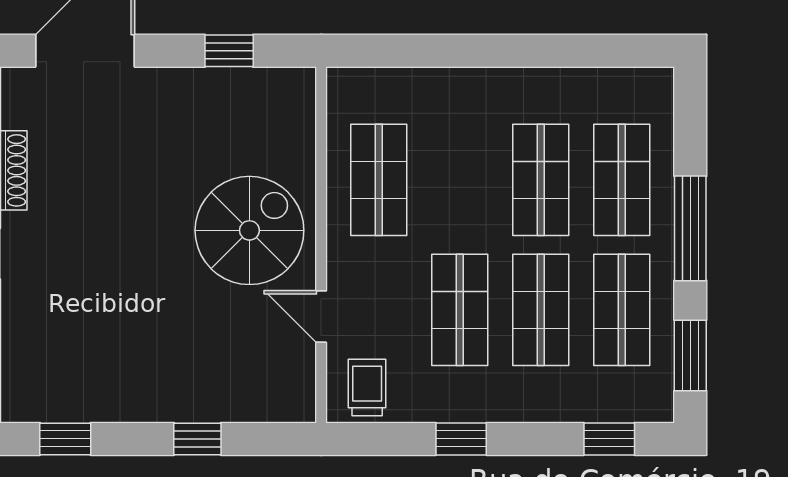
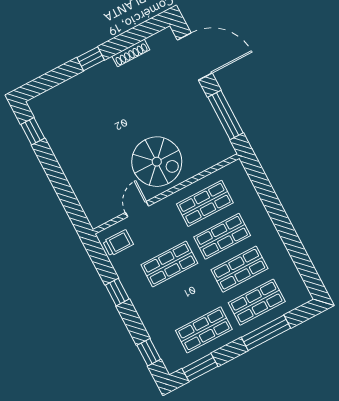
window: (229, 51) -> (225, 115), width x2.17
window: (690, 228) -> (266, 333), moved
shop shelf: (541, 310) -> (222, 236), moved
window: (197, 439) -> (61, 185), removed

